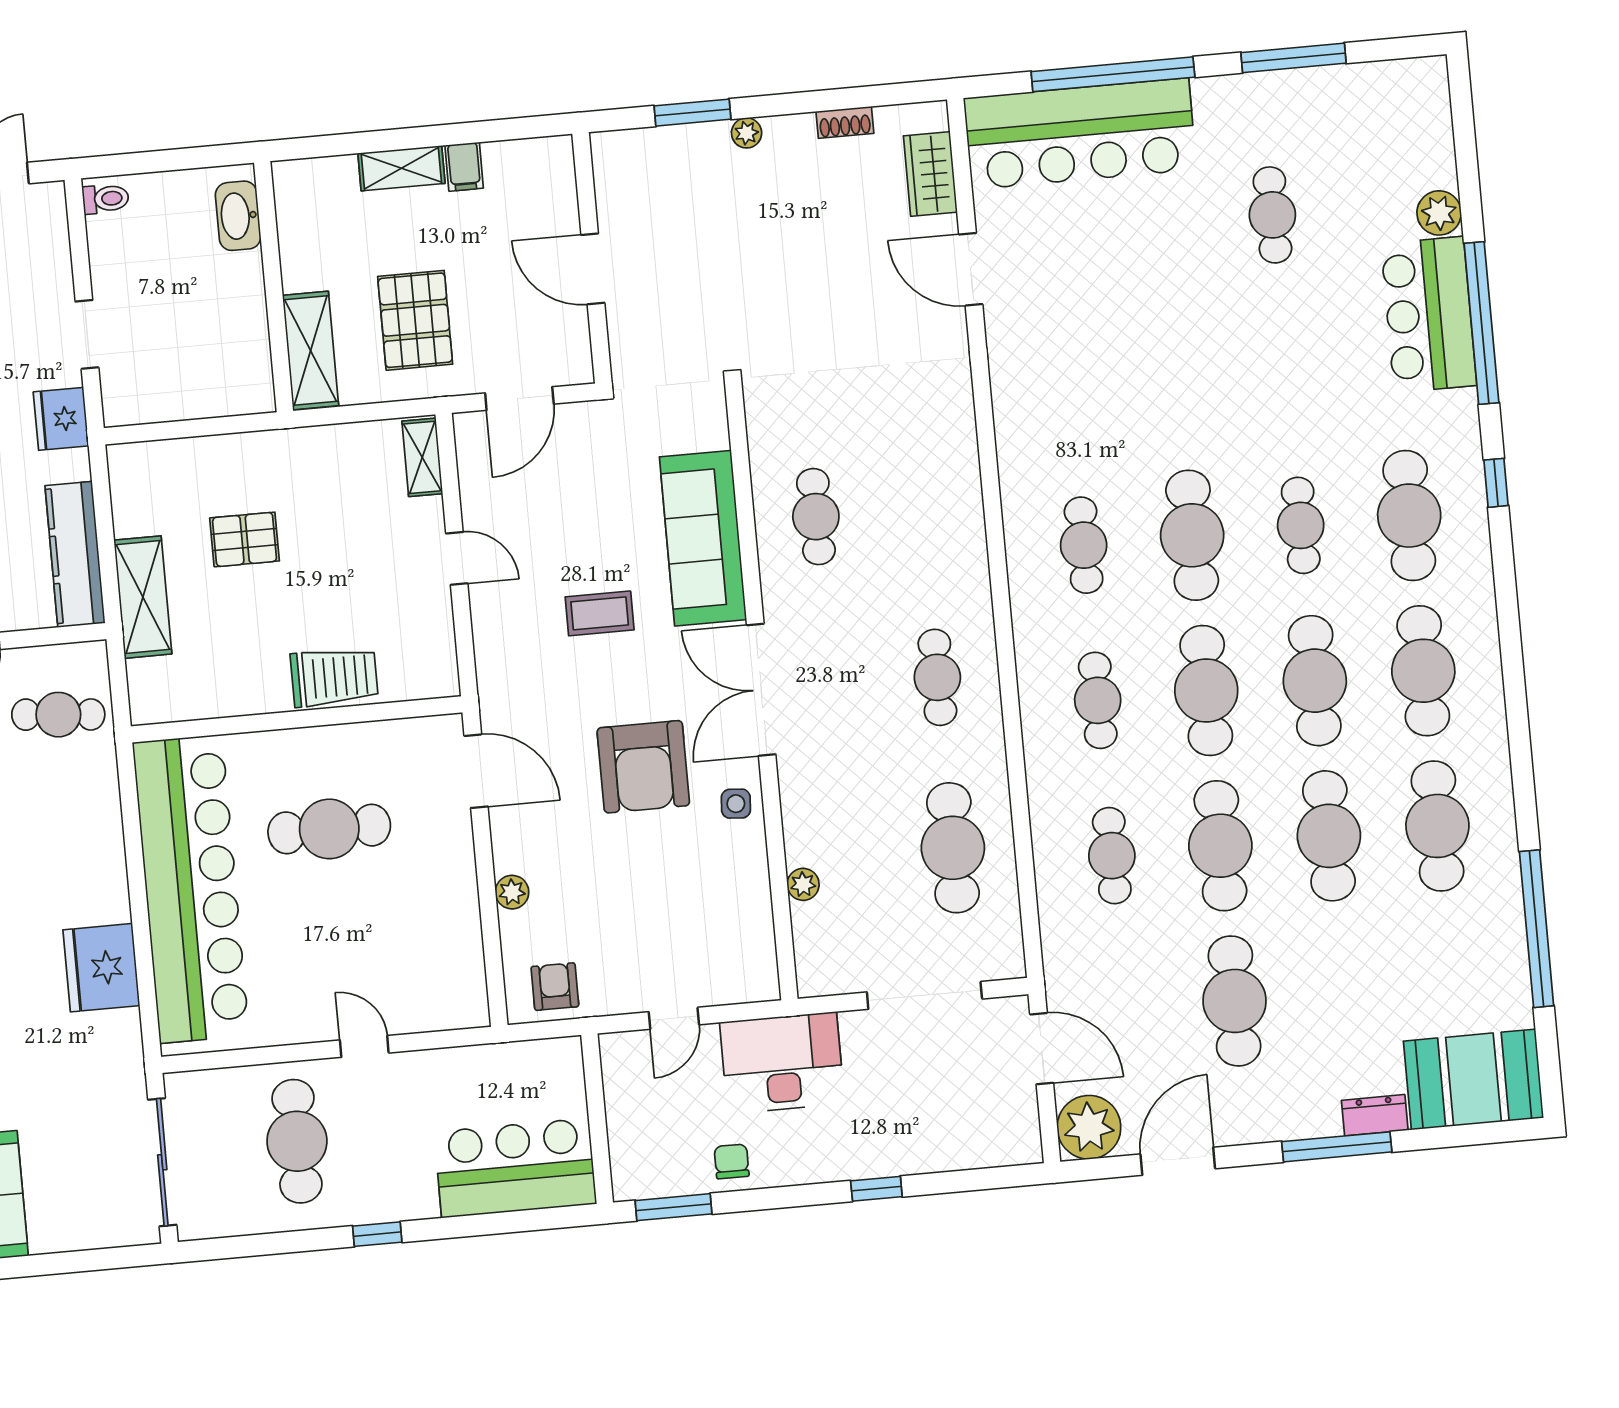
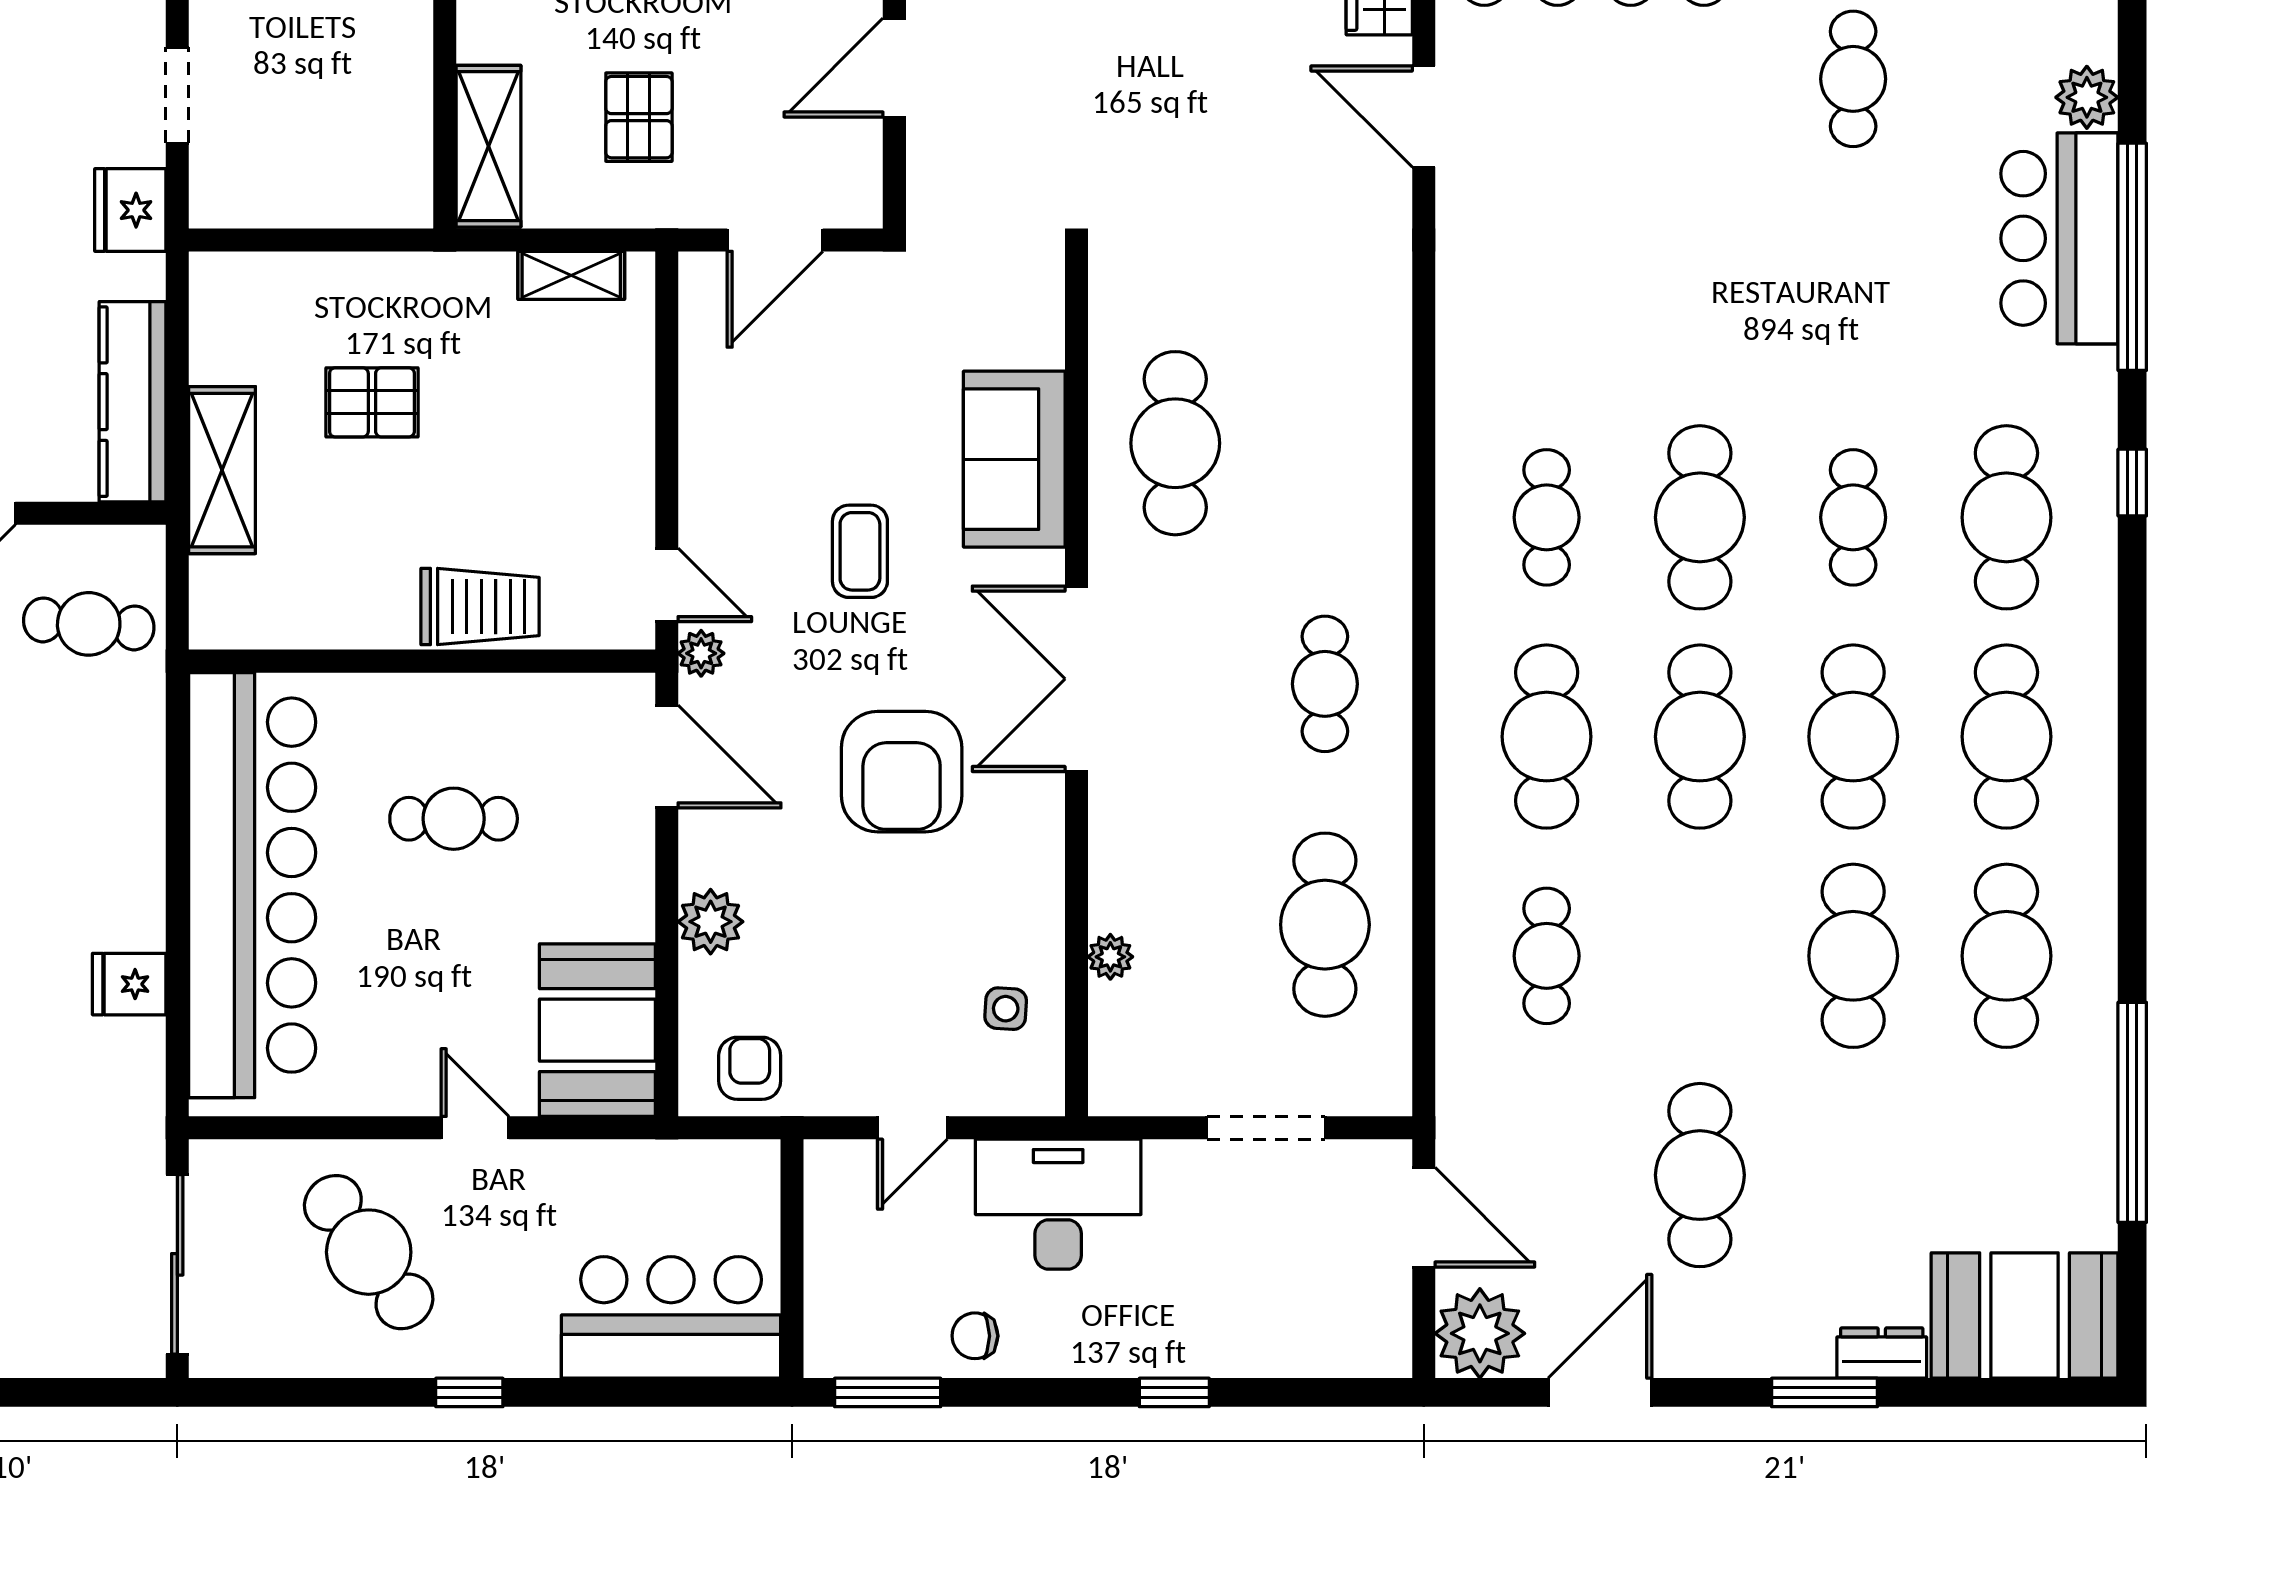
door: (593, 269) -> (894, 68), hinge flipped
pallet: (415, 320) -> (639, 117), width x0.67, depth x0.71
shelving: (422, 457) -> (571, 275), moved, turned 90
cafe table: (816, 517) -> (1175, 443), width x1.37, depth x1.35
sofa: (703, 538) -> (1014, 459), width x0.73
door: (457, 558) -> (667, 585), moved
coffee table: (600, 613) -> (860, 551), turned 90
plant: (494, 696) -> (701, 653), added
cafe table: (1098, 700) -> (1547, 737), width x1.37, depth x1.35
side table: (736, 804) -> (1006, 1009), moved
cafe table: (329, 829) -> (454, 819), width x0.73, depth x0.74
cafe table: (1220, 846) -> (1700, 956), removed
plant: (512, 892) -> (711, 922), width x1.38, depth x1.38
fridge: (101, 968) -> (129, 984), width x0.53, depth x0.75
booth: (445, 969) -> (597, 1030), added
doorway: (924, 995) -> (1266, 1128), width x0.73
cafe table: (297, 1141) -> (369, 1252), turned -36
window: (1337, 1147) -> (1824, 1392), width x0.69
chair: (732, 1161) -> (975, 1336), turned -90

